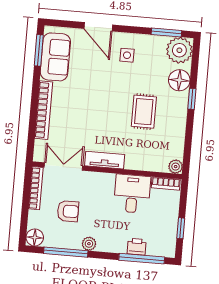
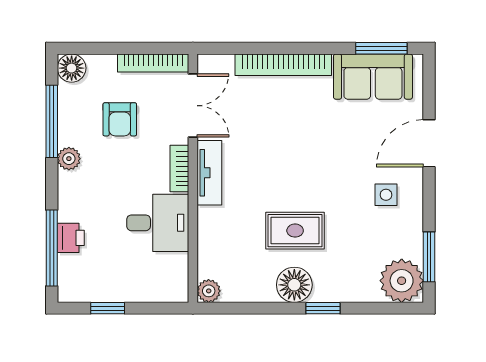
floor lamp: (179, 80) -> (294, 285), moved
bookcase: (166, 183) -> (179, 169), moved

